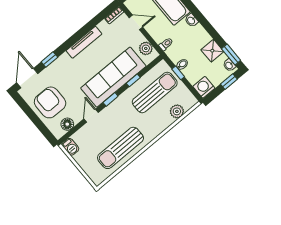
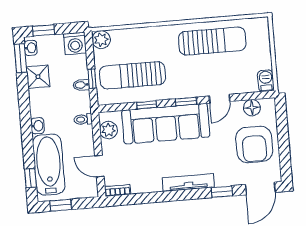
tv unit: (84, 42) -> (188, 183), moved
plant: (177, 111) -> (101, 40), moved

